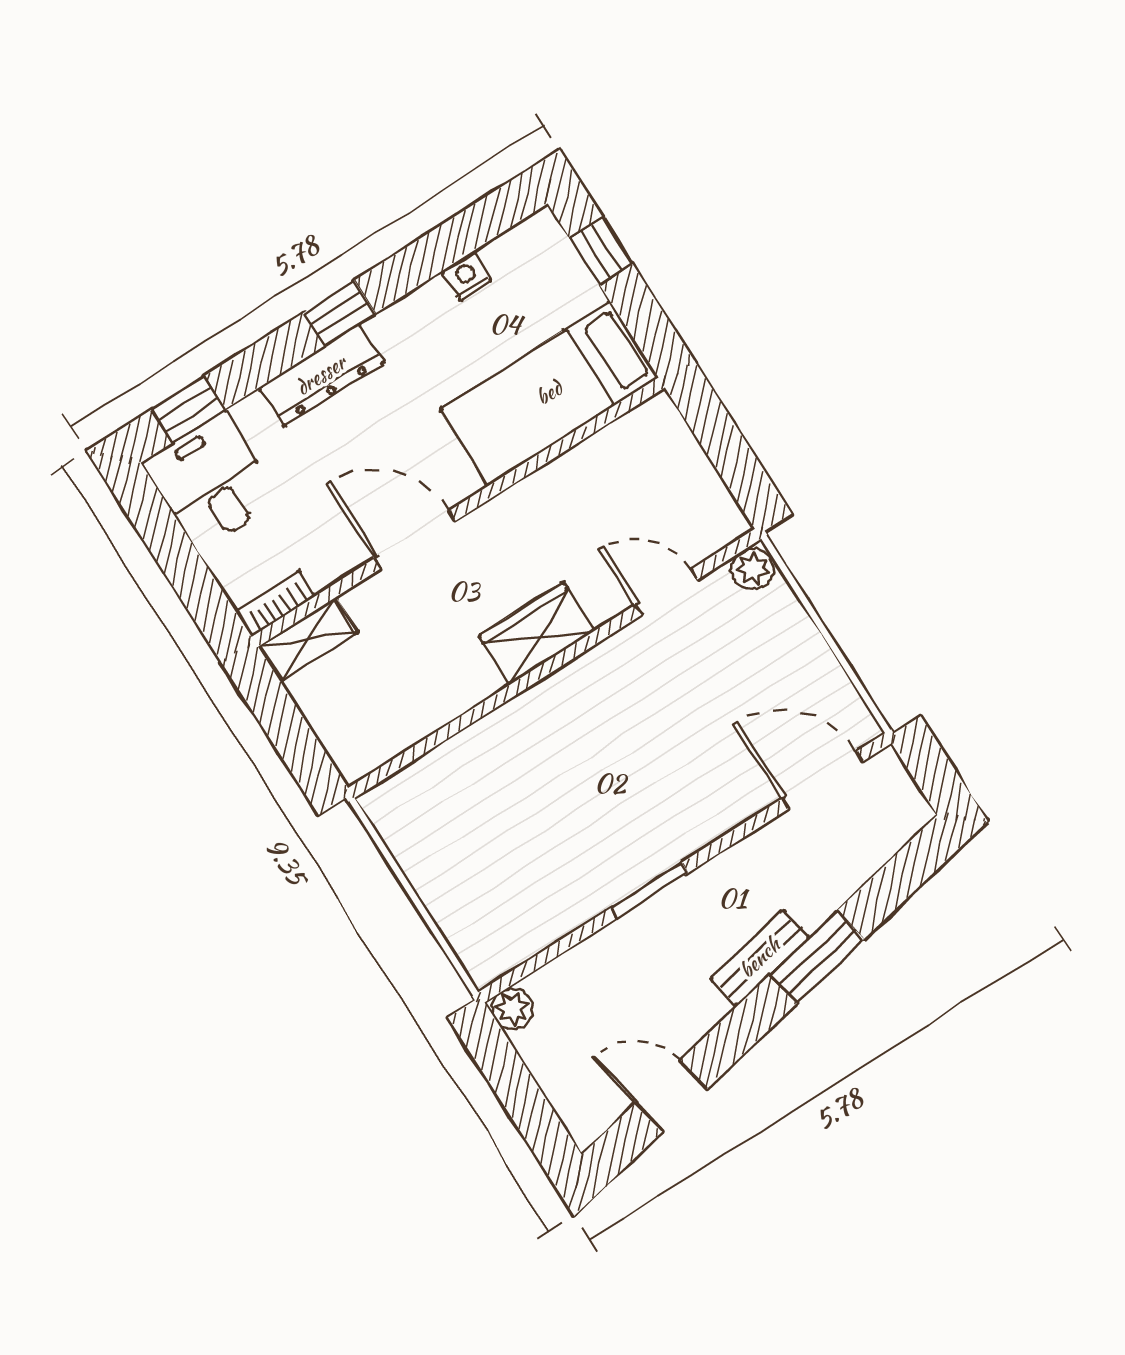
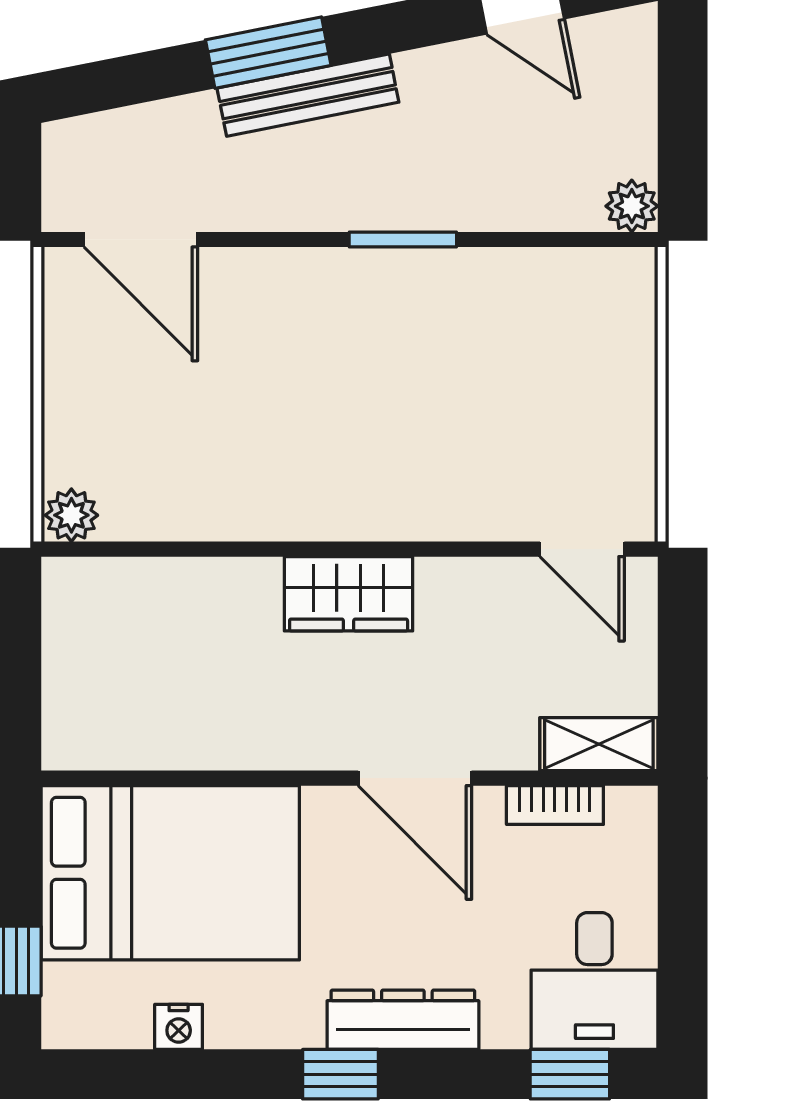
bed: (549, 393) -> (170, 873), width x1.50
door: (666, 592) -> (582, 549), moved
bookcase: (275, 604) -> (555, 805), moved
bench: (760, 958) -> (308, 95), width x1.36

